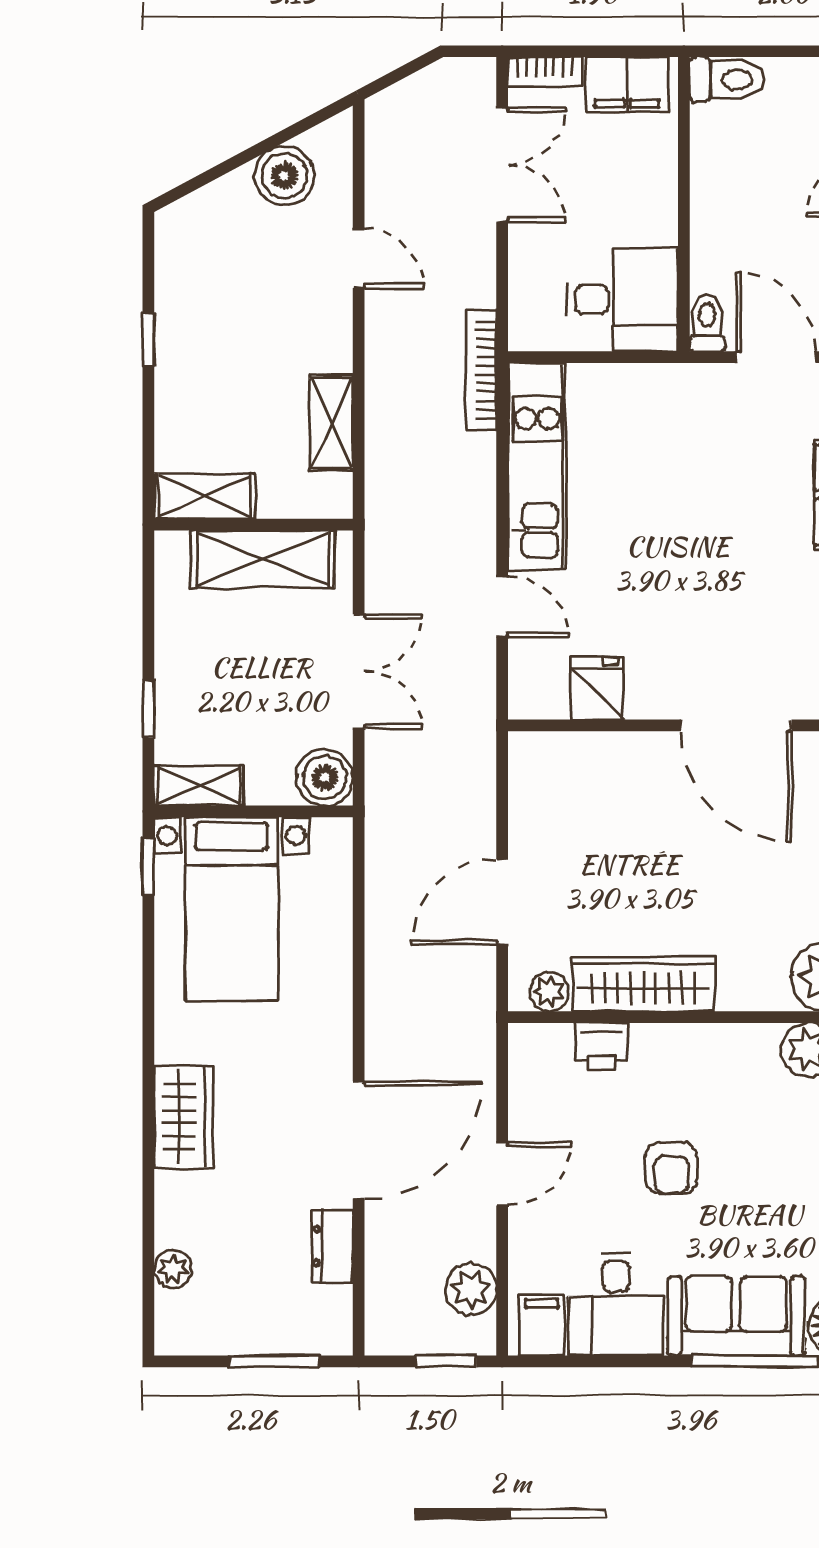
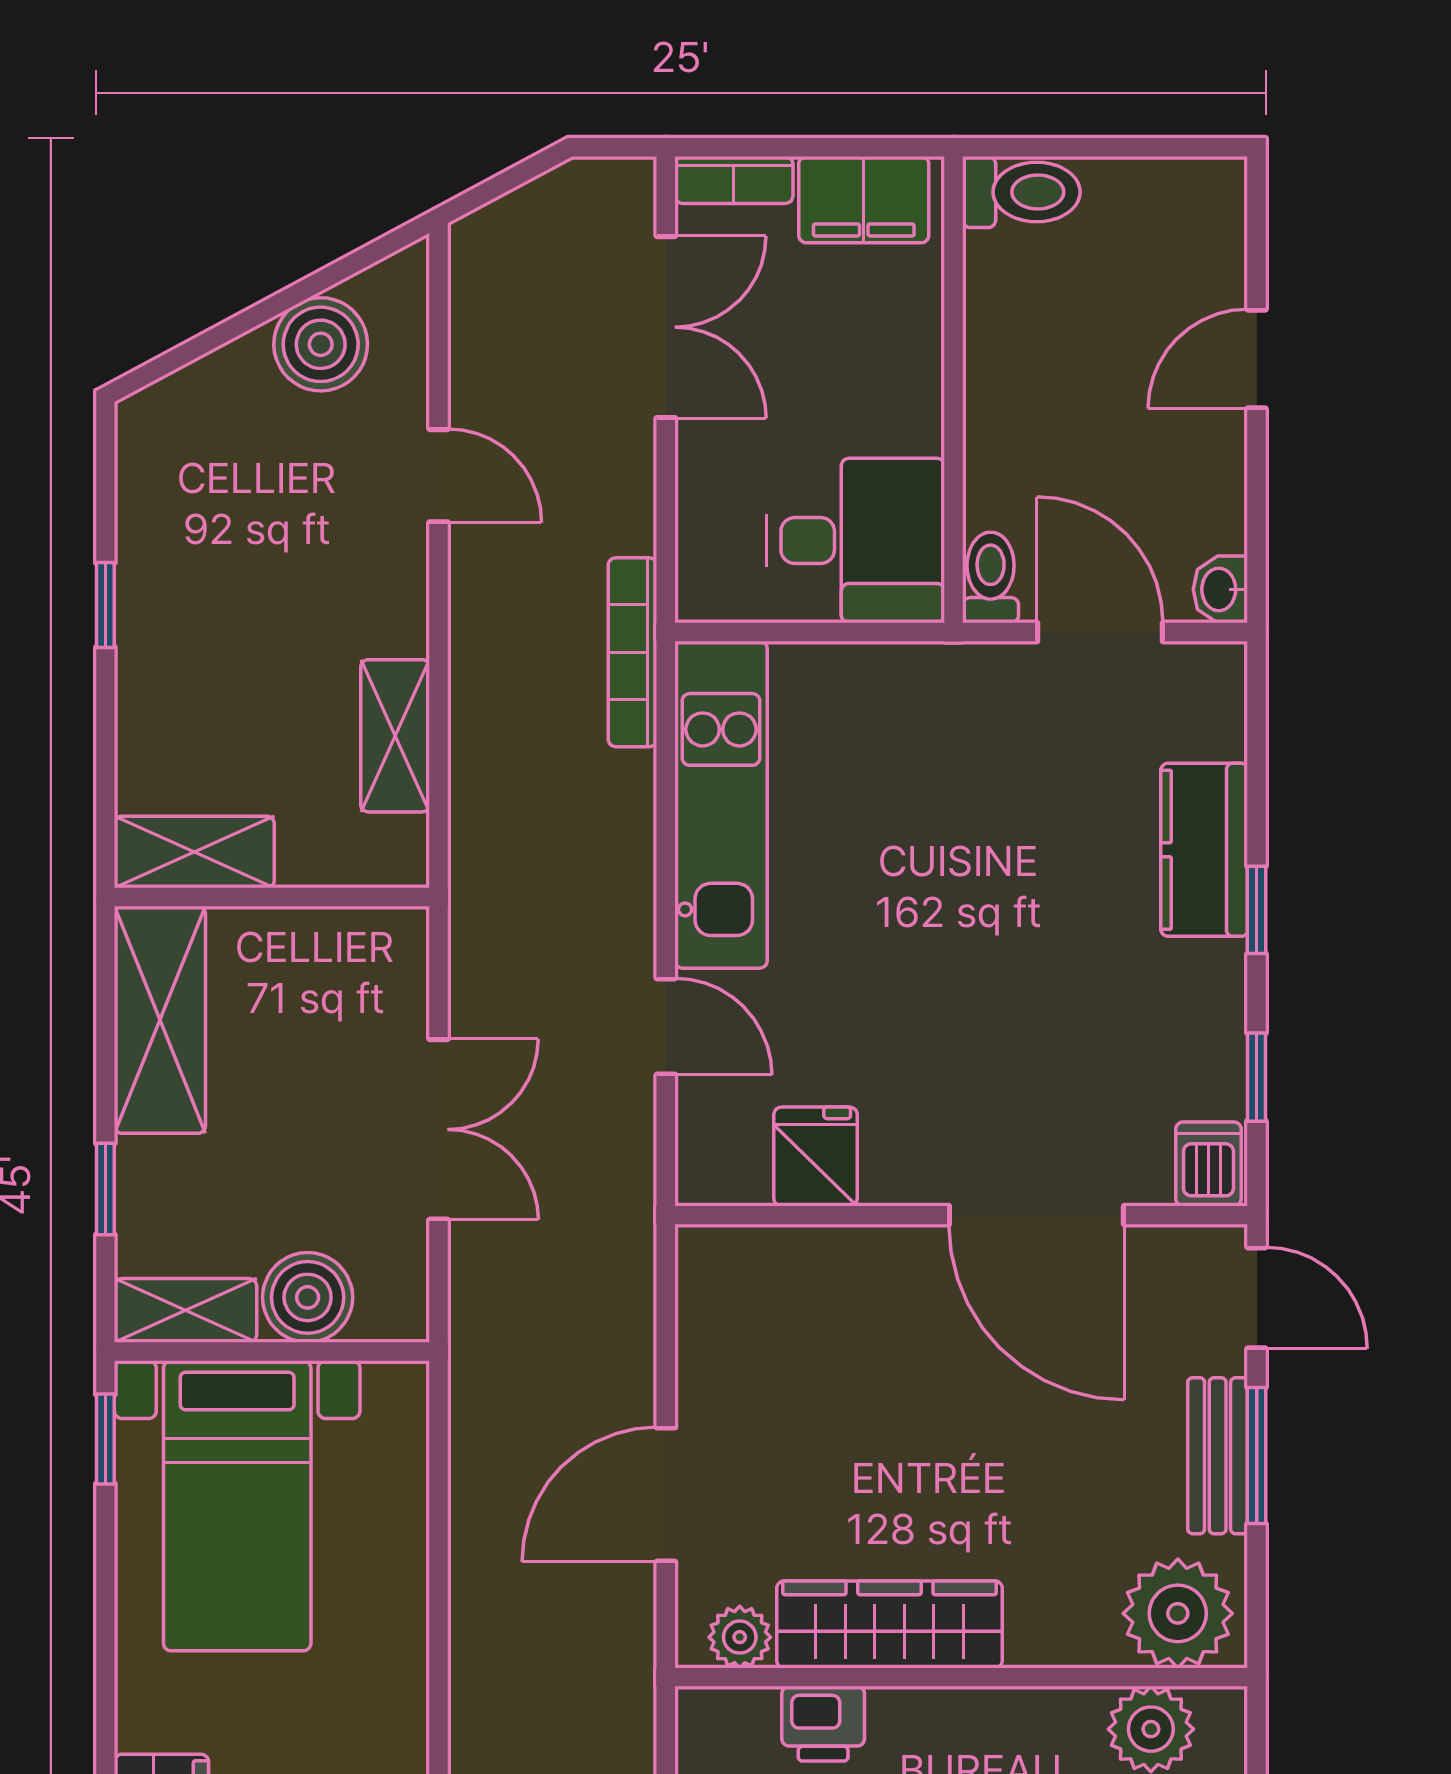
shelving: (263, 559) -> (160, 1020), moved, turned 90
boiler: (325, 777) -> (308, 1297), moved

